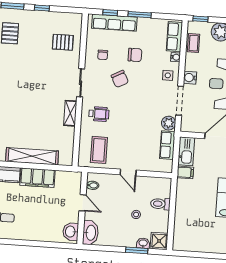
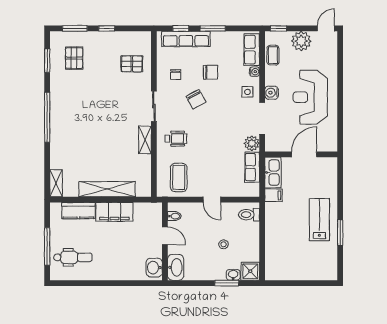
toilet: (160, 204) -> (249, 215), moved

